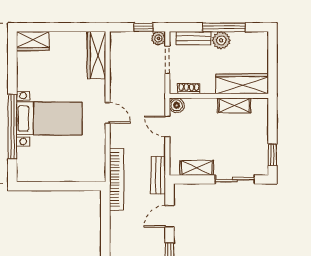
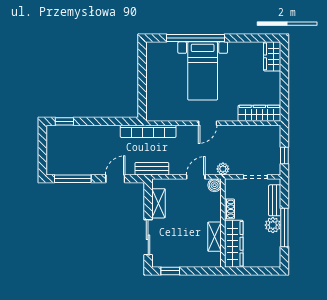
plant: (158, 38) -> (223, 169), moved
shoe rack: (189, 89) -> (230, 209), moved
door: (169, 216) -> (115, 179), hinge flipped

